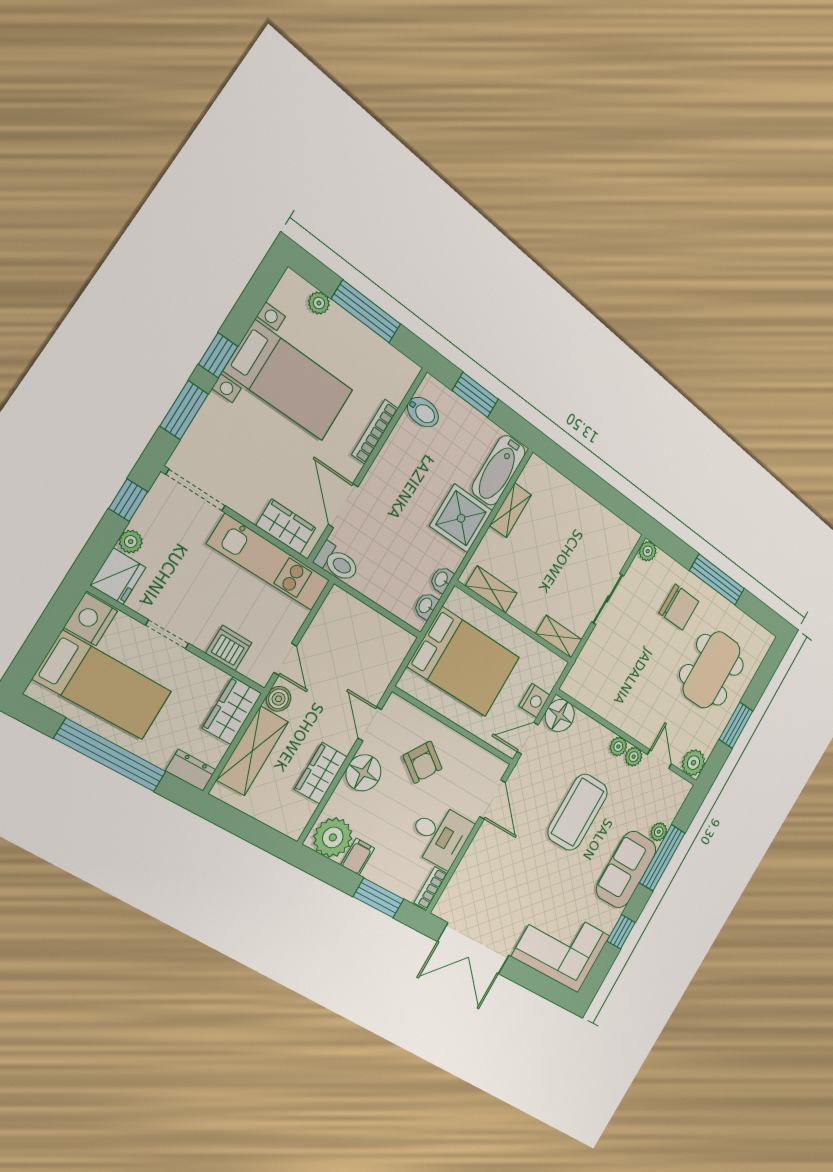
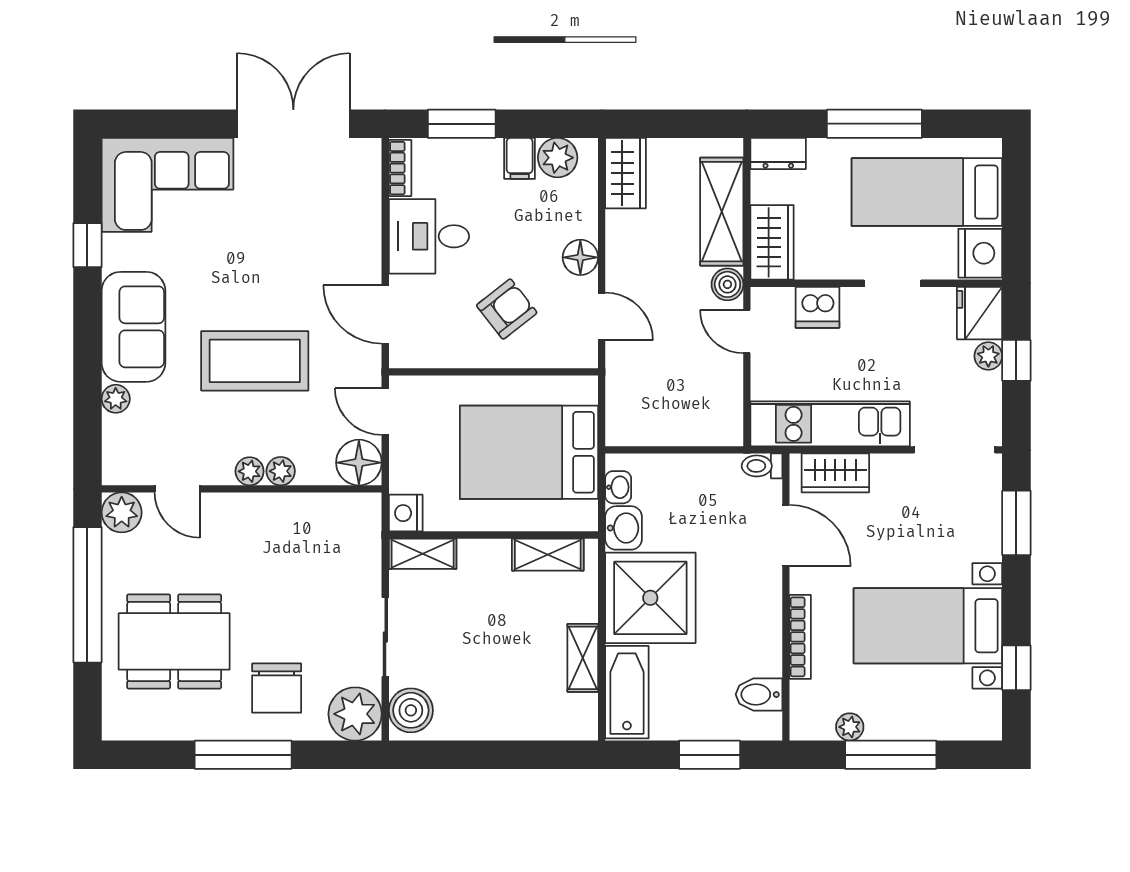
plant: (319, 303) -> (850, 727), moved
window: (218, 355) -> (1016, 668), moved
window: (128, 500) -> (1016, 360), moved
shower: (461, 518) -> (650, 598), width x1.37, depth x1.37
boiler: (620, 545) -> (411, 710), added
plant: (648, 551) -> (355, 714), width x1.87, depth x1.87
toilet: (337, 562) -> (762, 466), width x0.73, depth x0.72
washbasin: (442, 579) -> (624, 528), width x1.38, depth x1.45
chair: (679, 607) -> (277, 688), turned -90
dining table: (712, 670) -> (174, 641), turned 90
nightstand: (534, 701) -> (406, 513), moved
window: (736, 725) -> (87, 595), width x2.11
door: (528, 738) -> (385, 412), swing flipped
window: (111, 755) -> (874, 124), width x0.68
plant: (634, 757) -> (281, 471), moved
armchair: (423, 762) -> (507, 309), turned 108
wardrobe: (321, 773) -> (626, 173), moved
floor lamp: (363, 773) -> (580, 257), width x0.73, depth x0.73
coffee table: (578, 812) -> (255, 361), turned 90
plant: (333, 837) -> (558, 158), width x0.73, depth x0.73
window: (662, 858) -> (87, 369), removed

